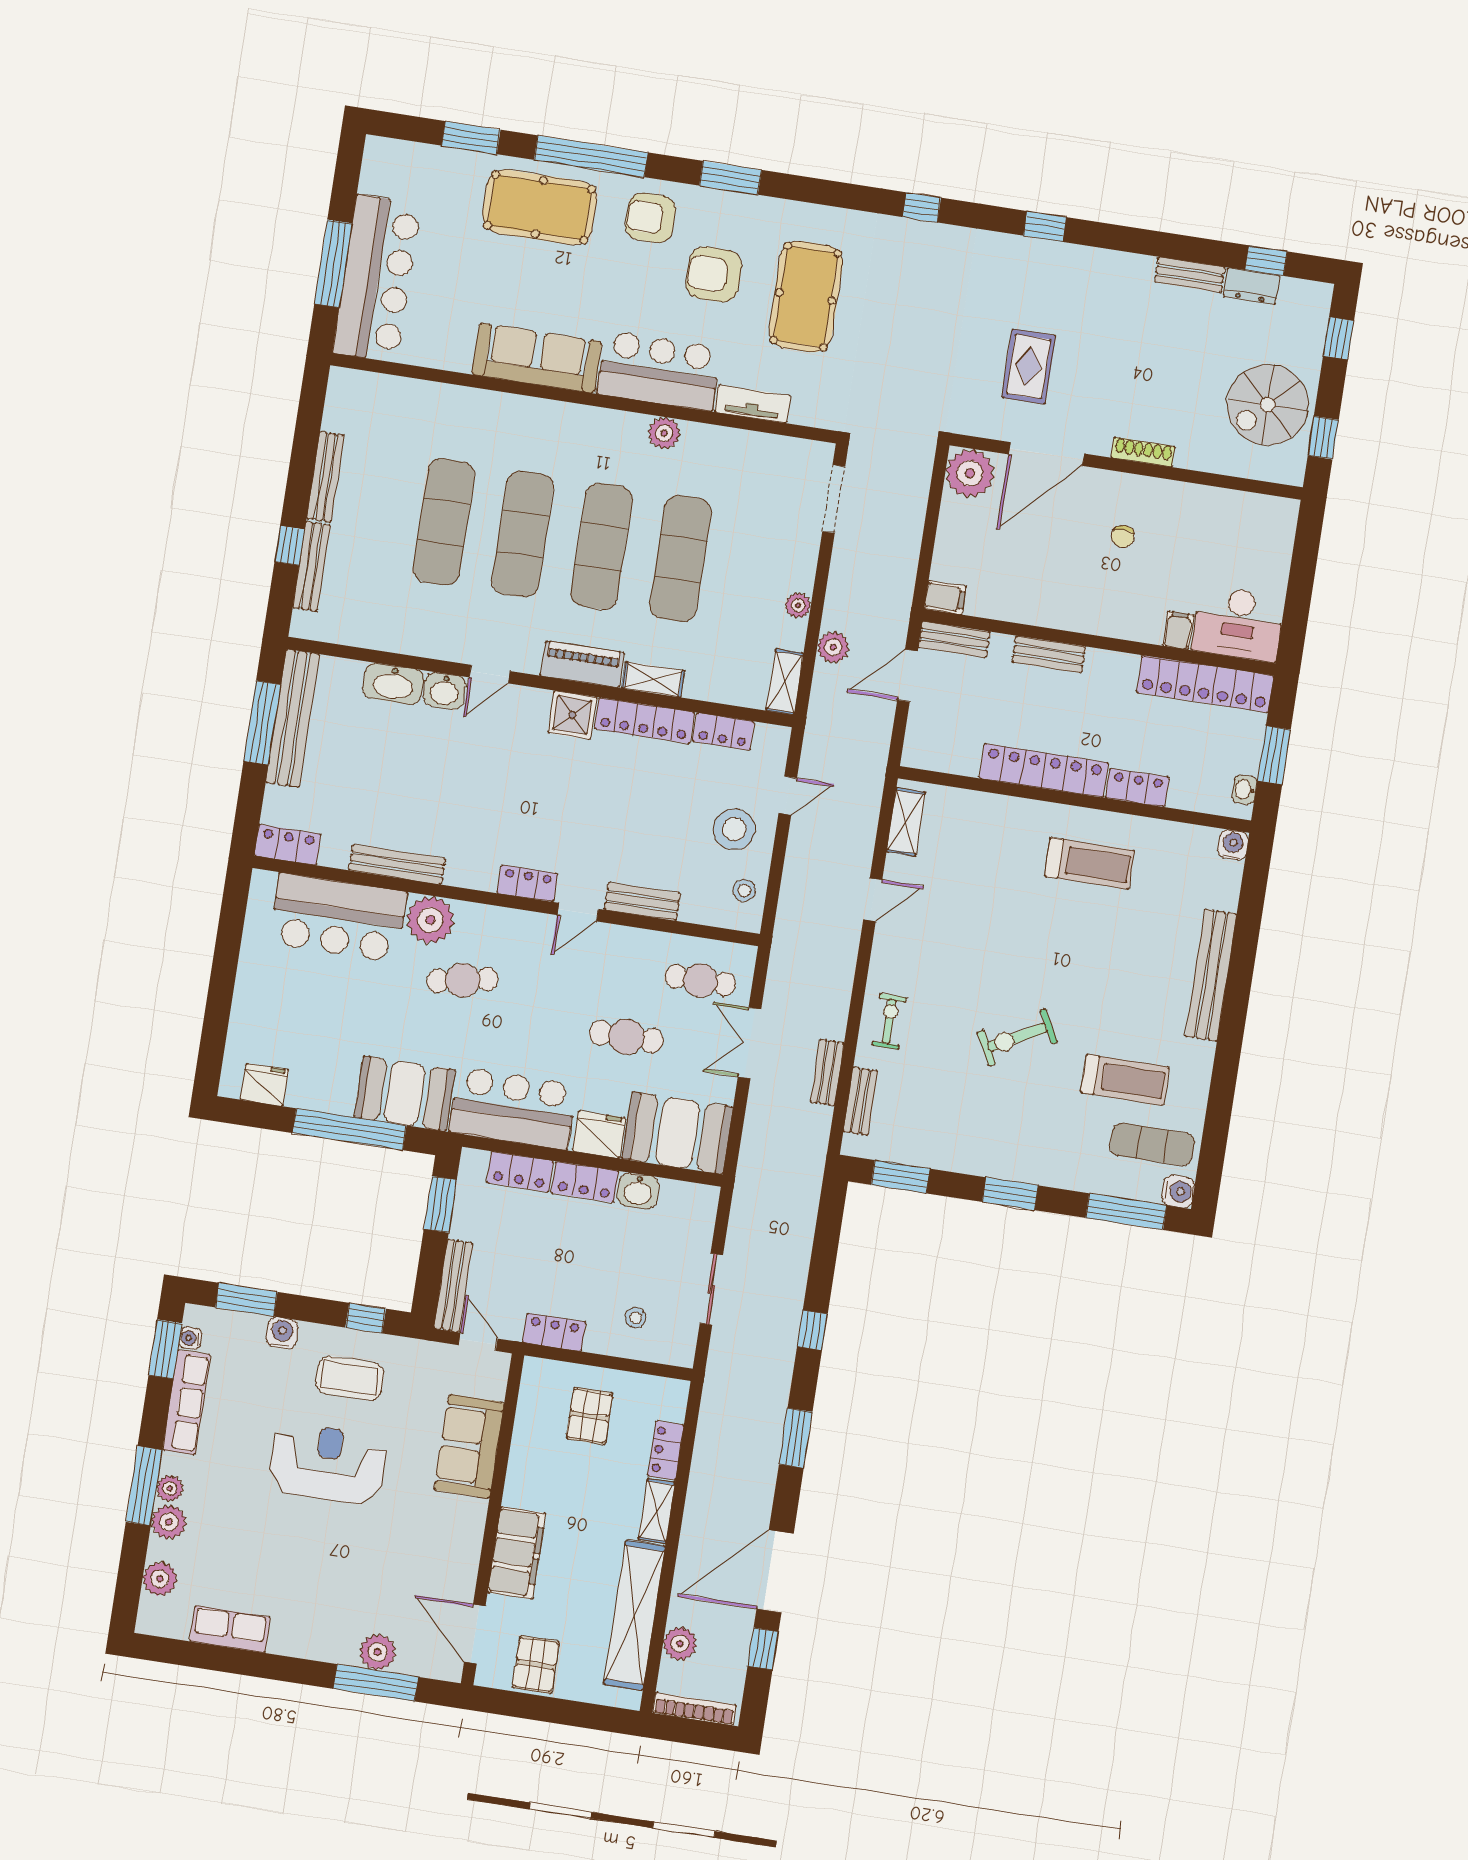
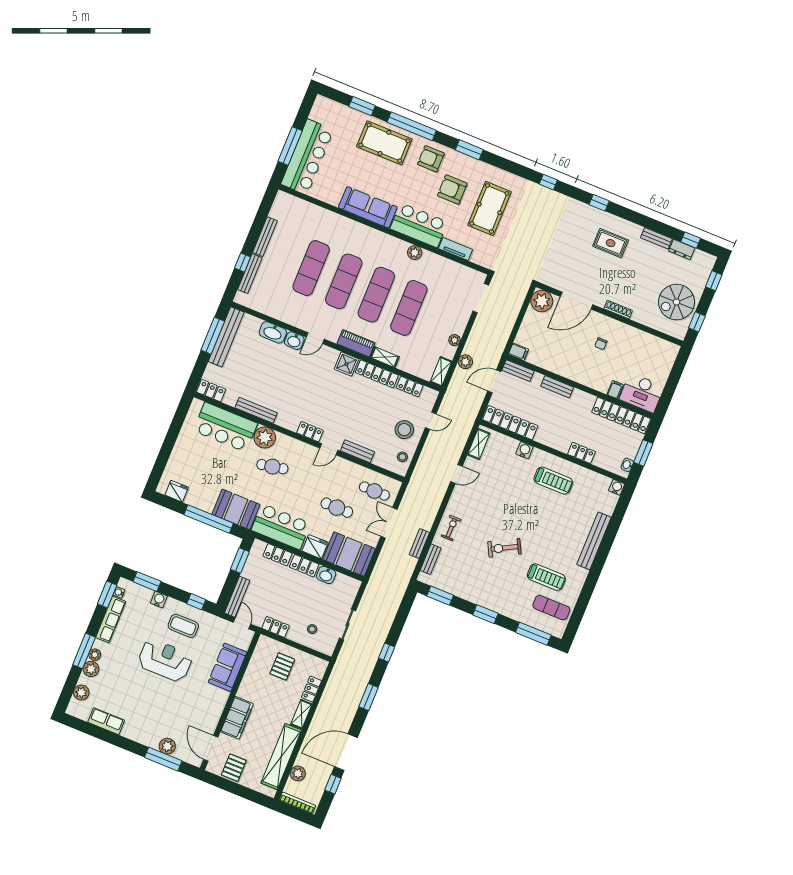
rug: (1029, 367) -> (611, 243), moved, turned 90
locker: (1044, 770) -> (510, 423), moved
water cooler: (1178, 1191) -> (525, 450), moved, turned -90

